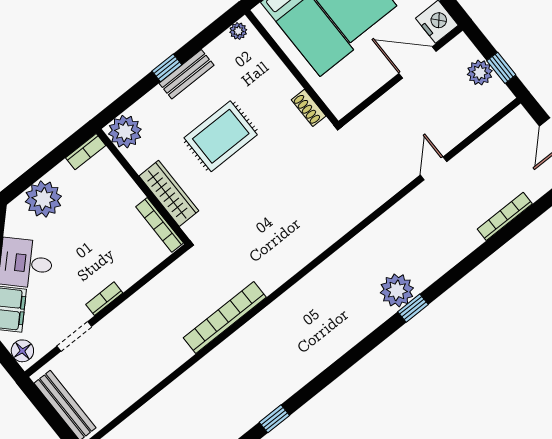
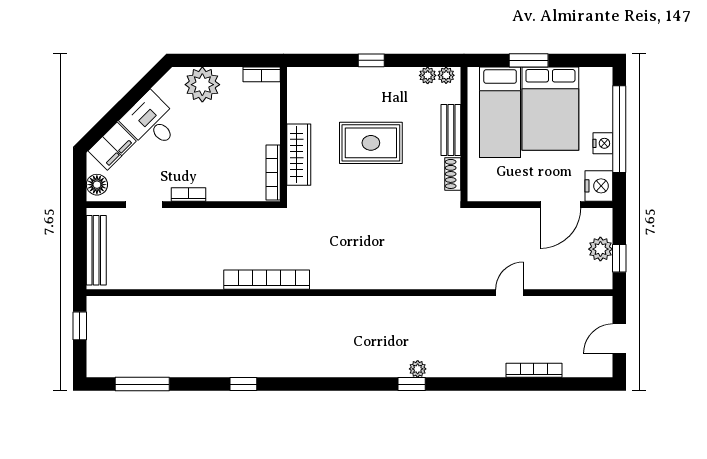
door: (417, 62) -> (560, 205), swing flipped
bench: (187, 74) -> (451, 130), moved, turned 90
plant: (125, 132) -> (428, 75), moved, width x0.53, depth x0.53
plant: (397, 290) -> (418, 369), width x0.53, depth x0.53

